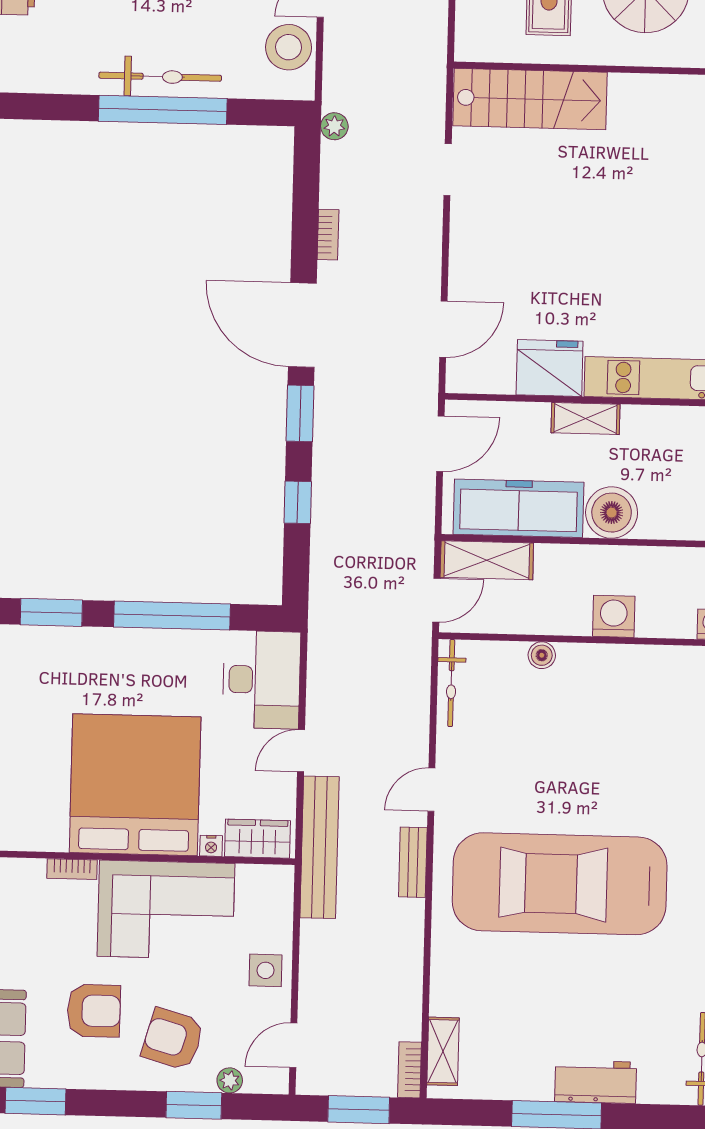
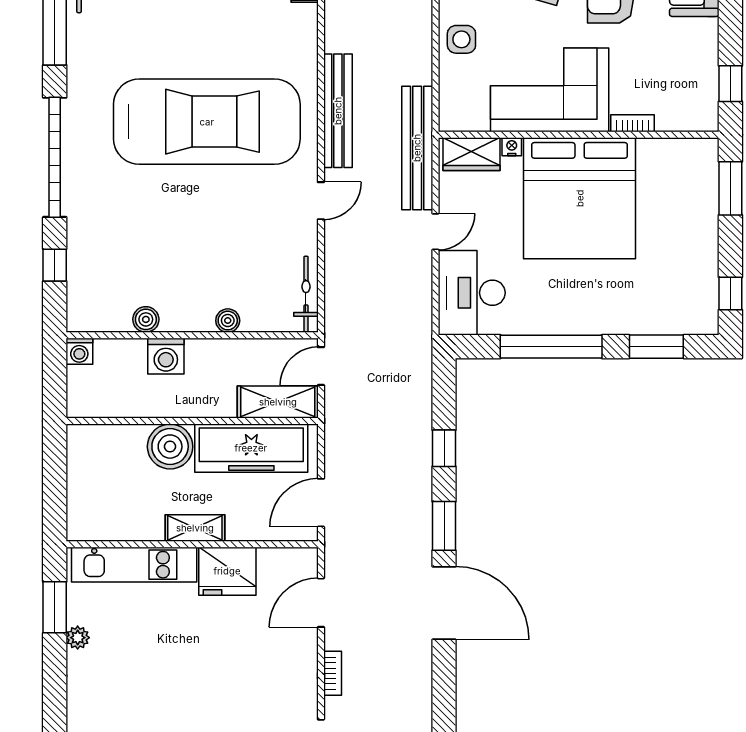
bookcase: (328, 235) -> (333, 673), moved, turned 180
boiler: (636, 659) -> (146, 319), added
bench: (413, 862) -> (338, 111), width x1.86, depth x1.21

